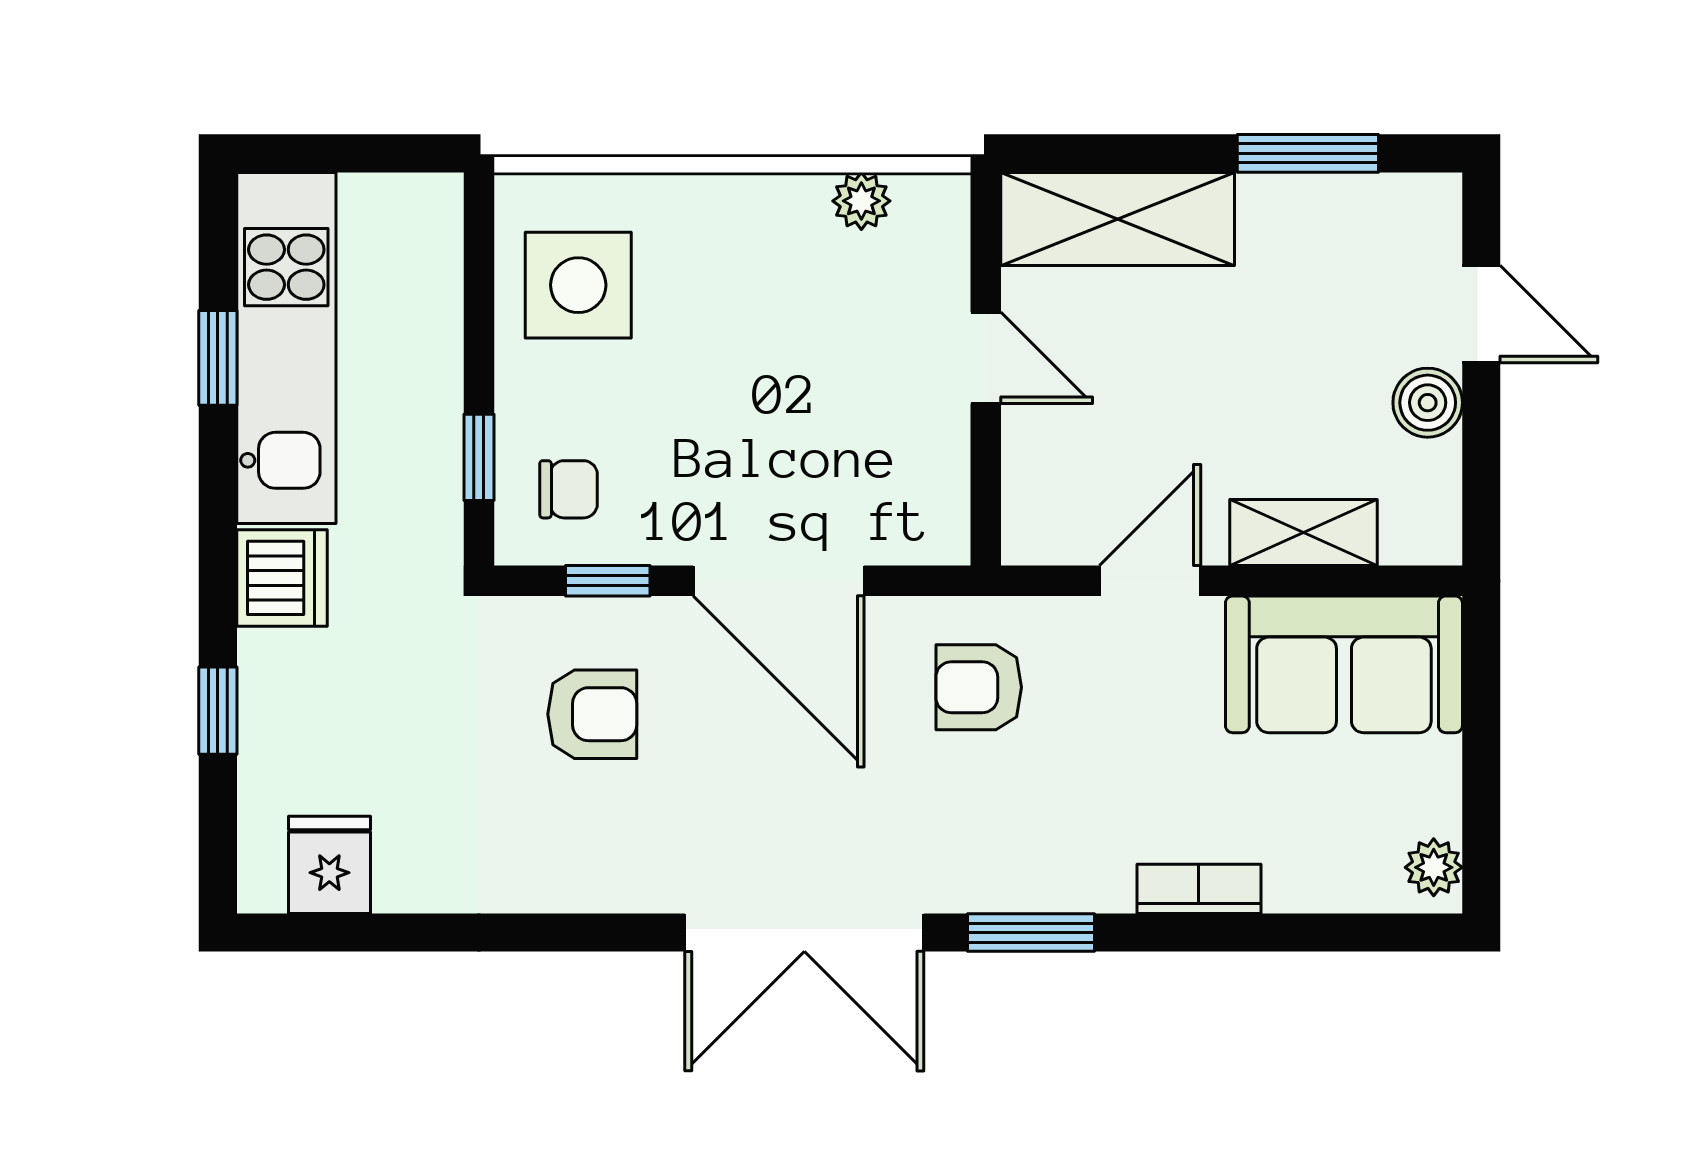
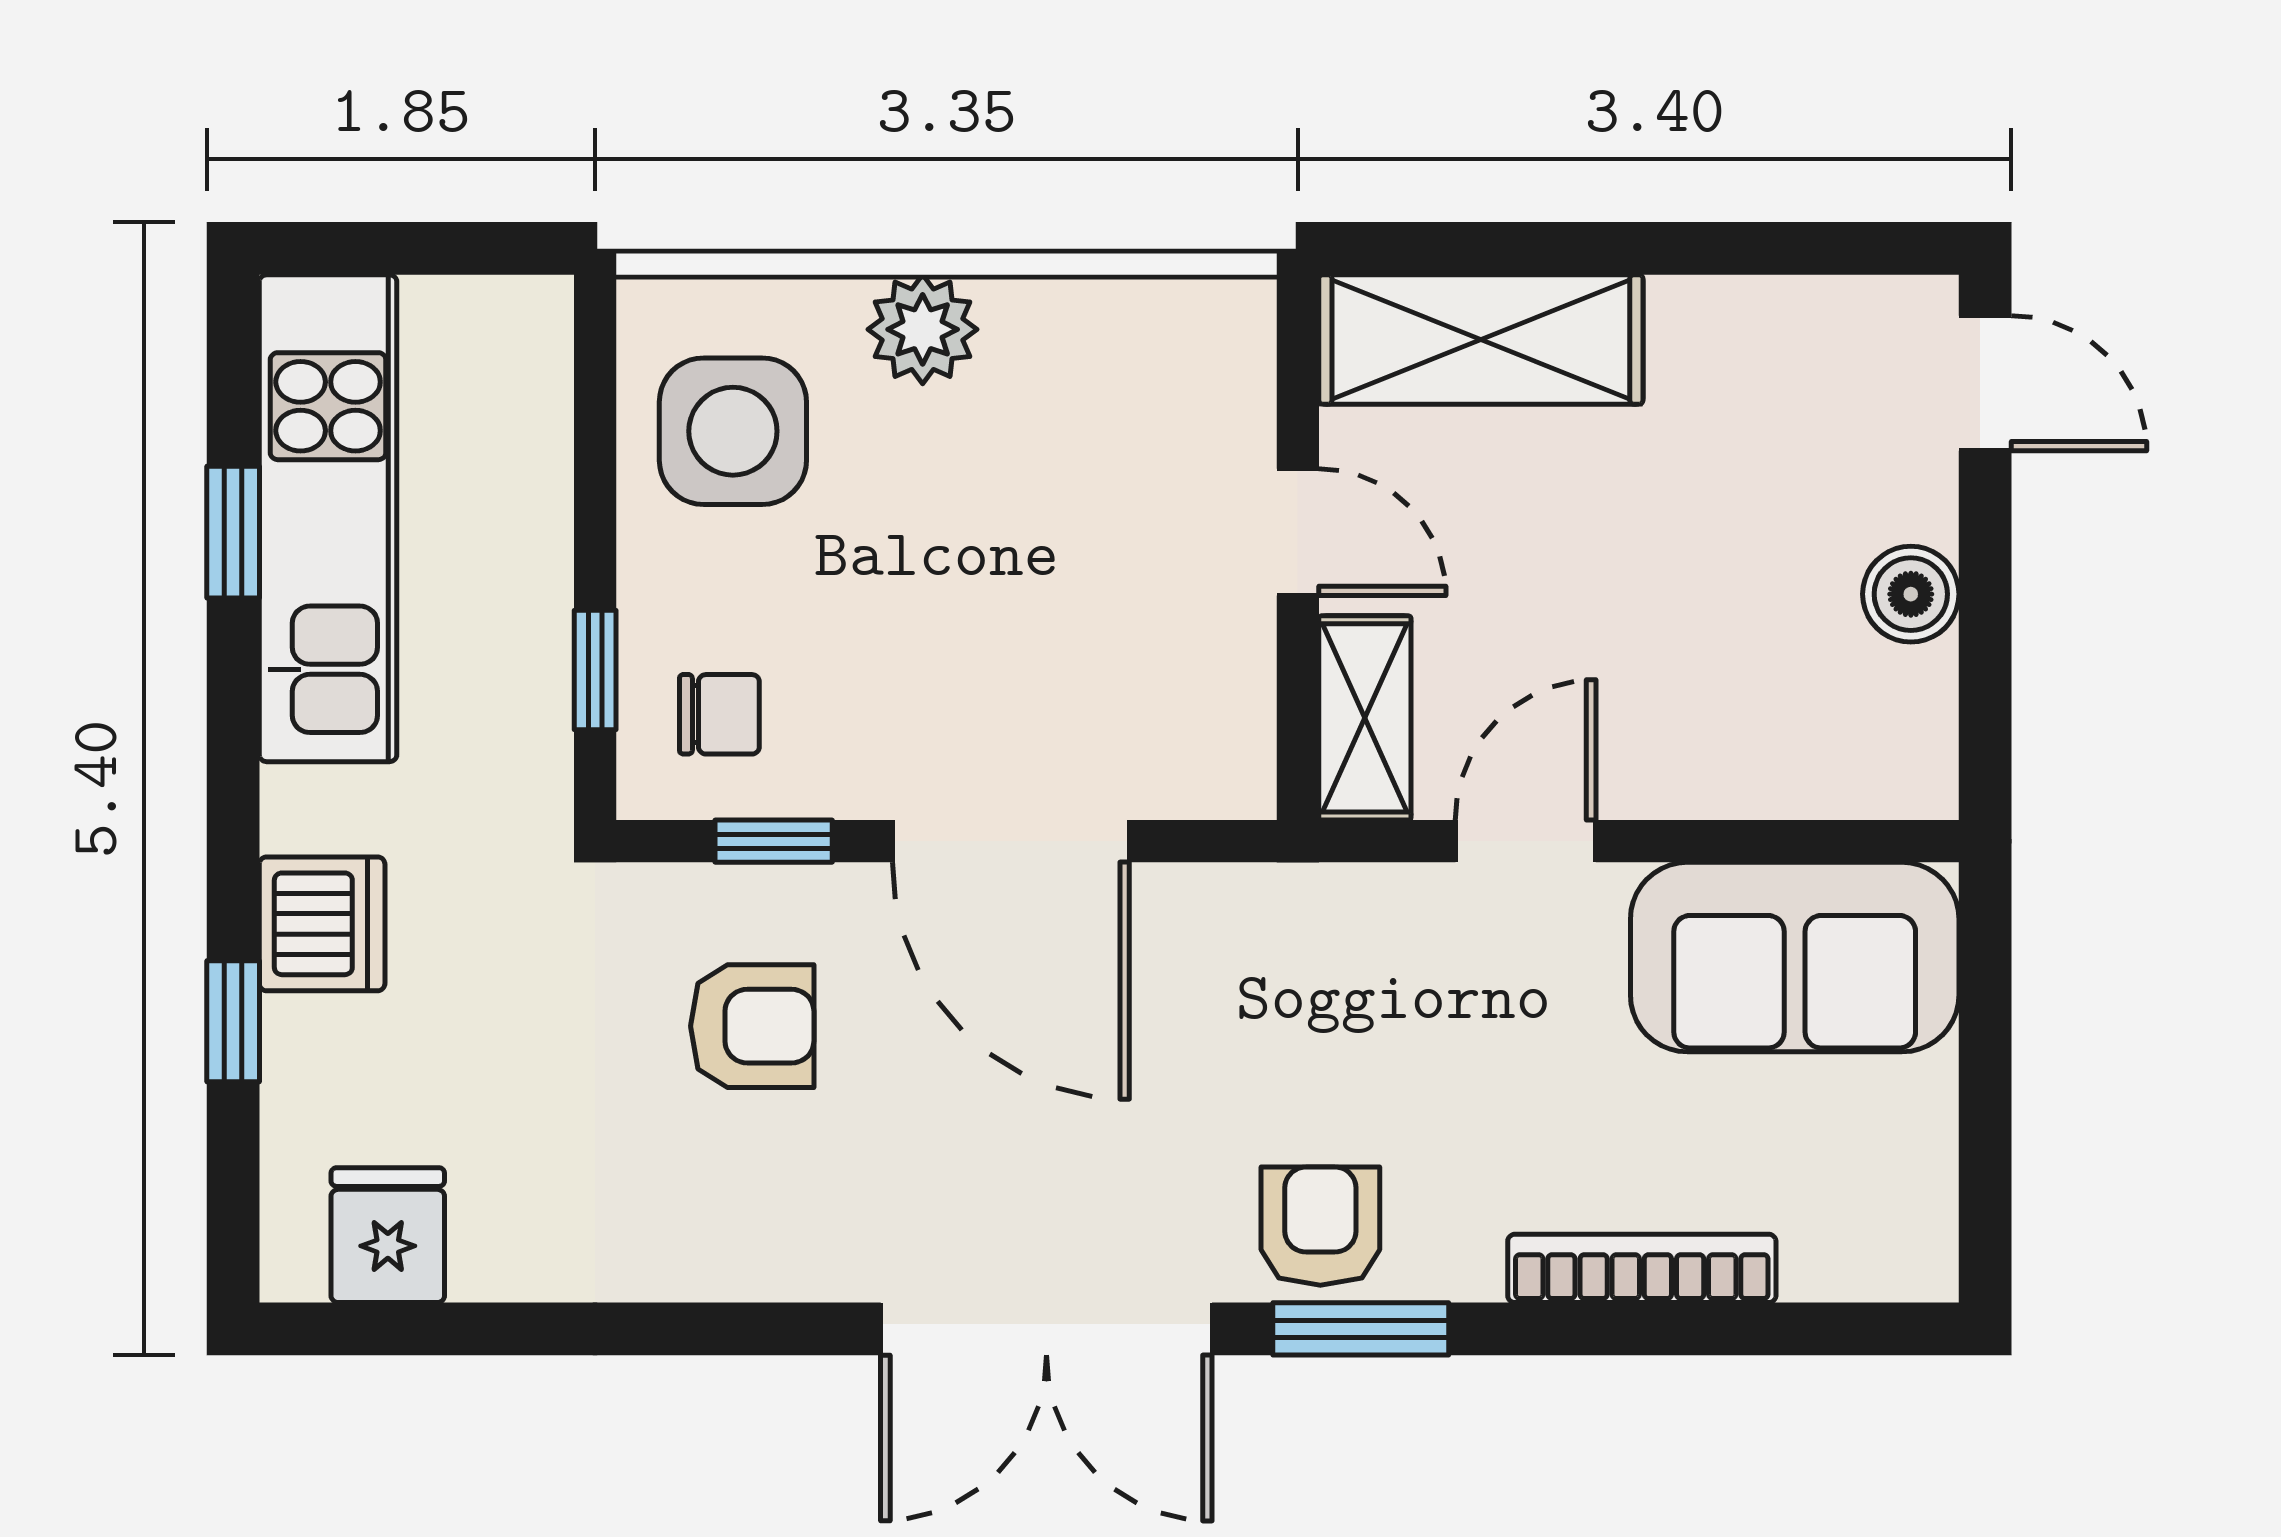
window: (1308, 153) -> (1745, 248), removed
plant: (861, 201) -> (923, 329), moved, width x1.38, depth x1.38
door: (1481, 314) -> (1985, 383), moved
shelving: (1304, 532) -> (1365, 718), moved, turned 90
dishwasher: (282, 578) -> (322, 924), moved
armchair: (979, 687) -> (1320, 1226), moved, turned 90
plant: (1434, 867) -> (1919, 1239), removed
bookcase: (1199, 889) -> (1642, 1268), width x1.56

